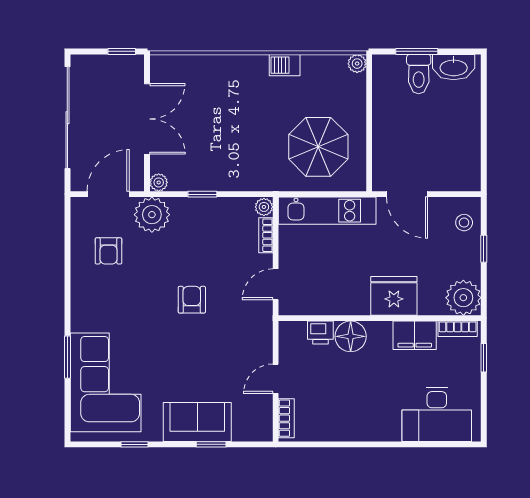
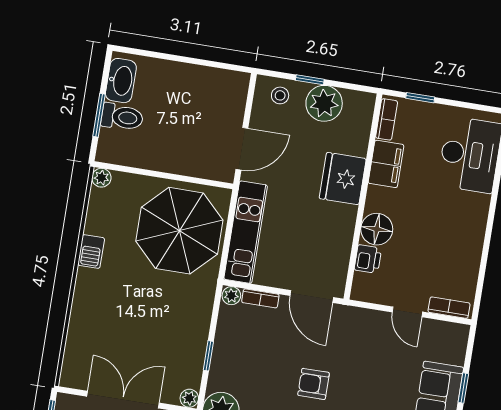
parasol: (318, 147) -> (179, 231), width x1.36, depth x1.36
door: (276, 284) -> (312, 296), width x1.38
plant: (463, 298) -> (324, 103), moved

